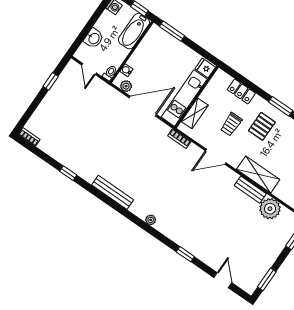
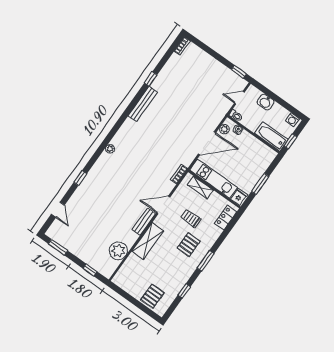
window: (172, 31) -> (260, 184), moved
window: (51, 81) -> (239, 72), moved
locker: (241, 91) -> (226, 218), moved
door: (143, 106) -> (207, 143), hinge flipped
pallet: (262, 126) -> (189, 245), turned 90
door: (216, 157) -> (163, 205), hinge flipped
bench: (250, 190) -> (144, 222), moved
bench: (113, 192) -> (143, 104), moved
door: (223, 280) -> (58, 210), hinge flipped

